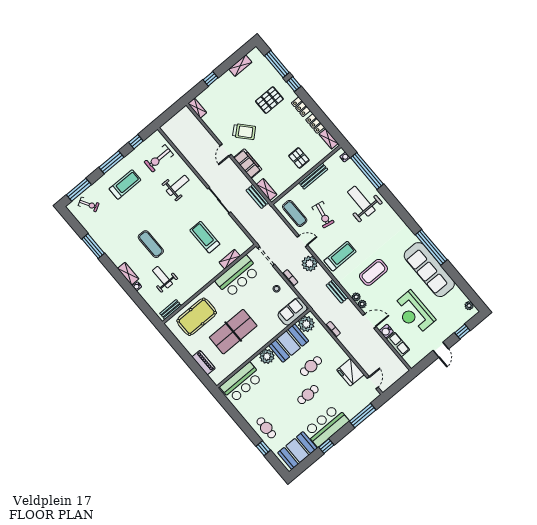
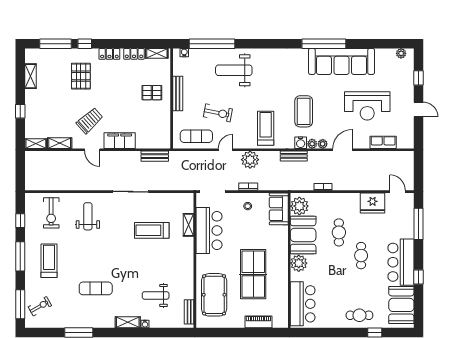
shelving: (267, 190) -> (60, 143), moved
exercise mat: (151, 244) -> (96, 288), moved
water cooler: (386, 331) -> (301, 143), moved

